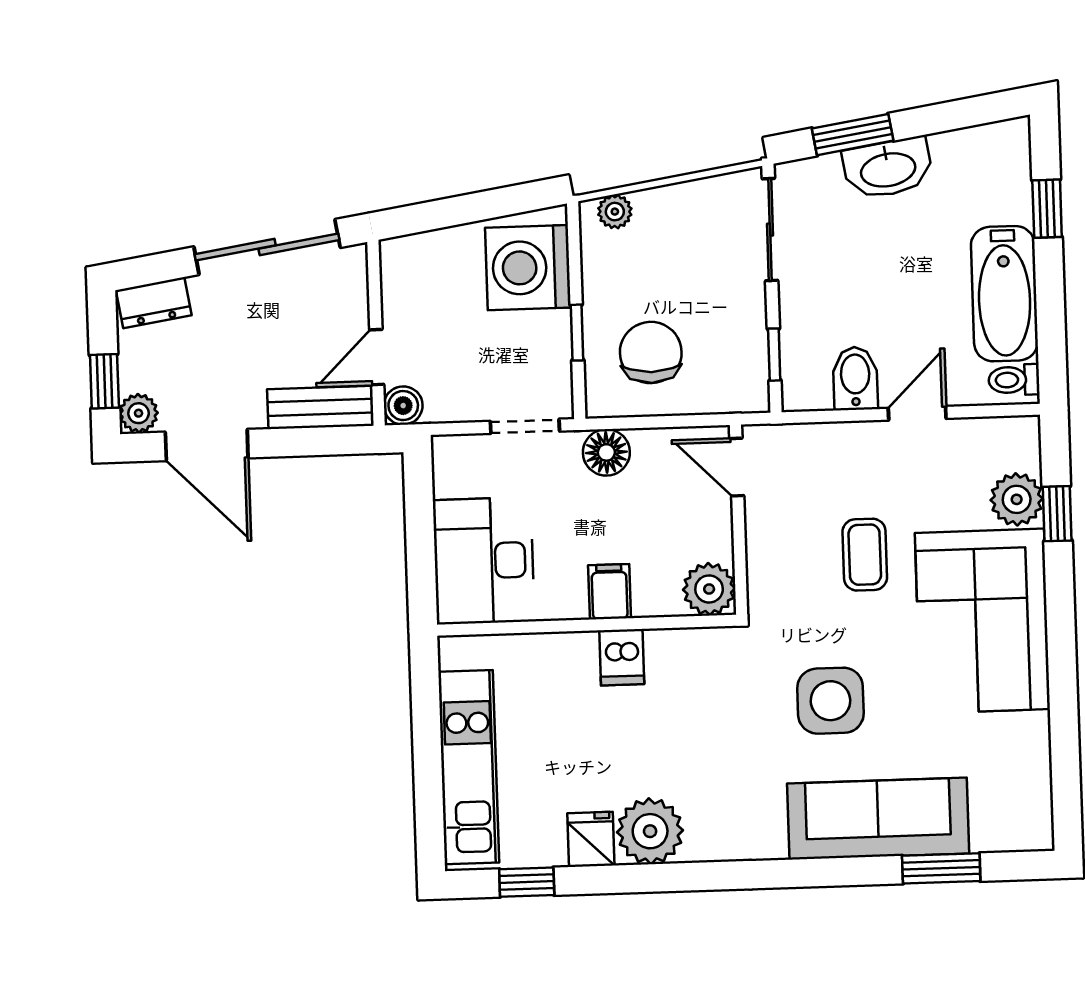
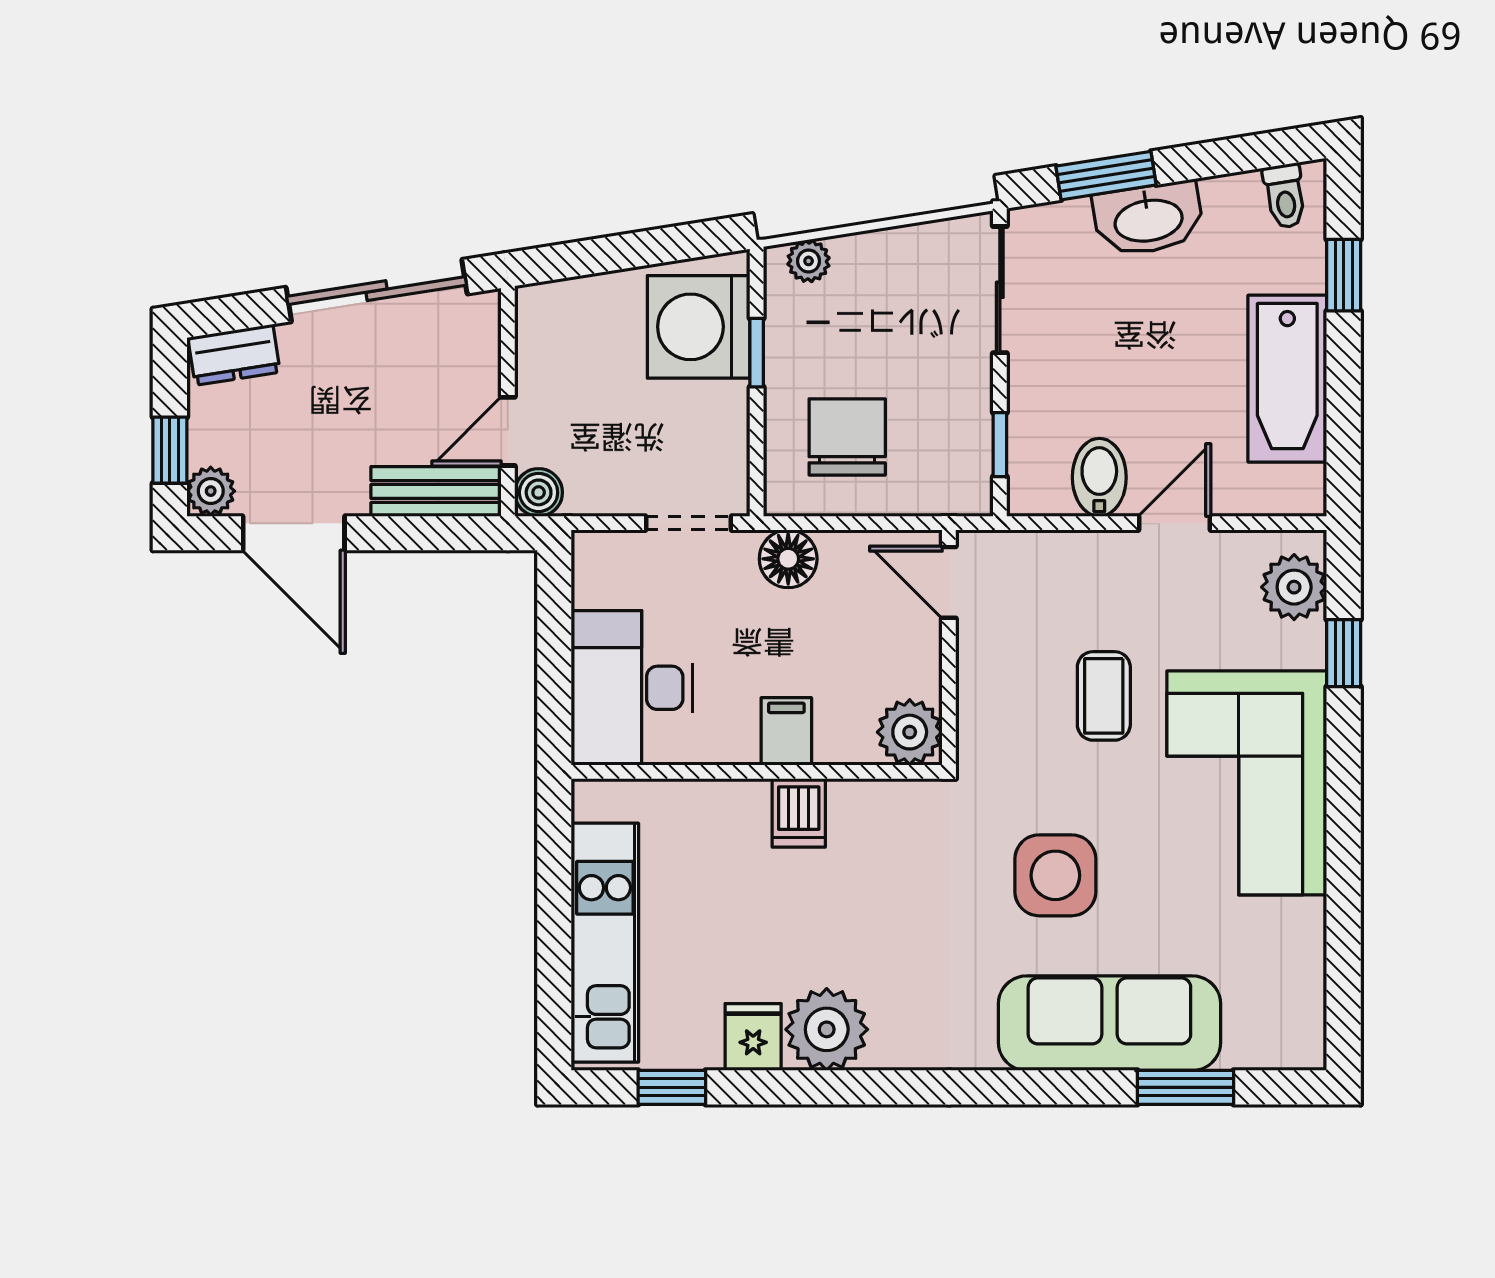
window: (577, 333) -> (757, 353), moved
toilet: (1014, 380) -> (1285, 196), moved, turned -99
plant: (1017, 499) -> (1294, 587), moved

